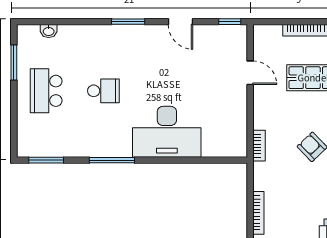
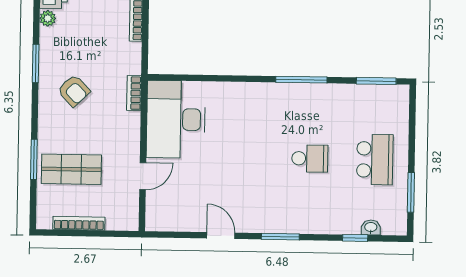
window: (230, 22) -> (355, 238), moved
door: (250, 73) -> (143, 176), swing flipped
school desk: (103, 91) -> (310, 158), turned 180
desk: (167, 132) -> (176, 119), moved, turned -90

